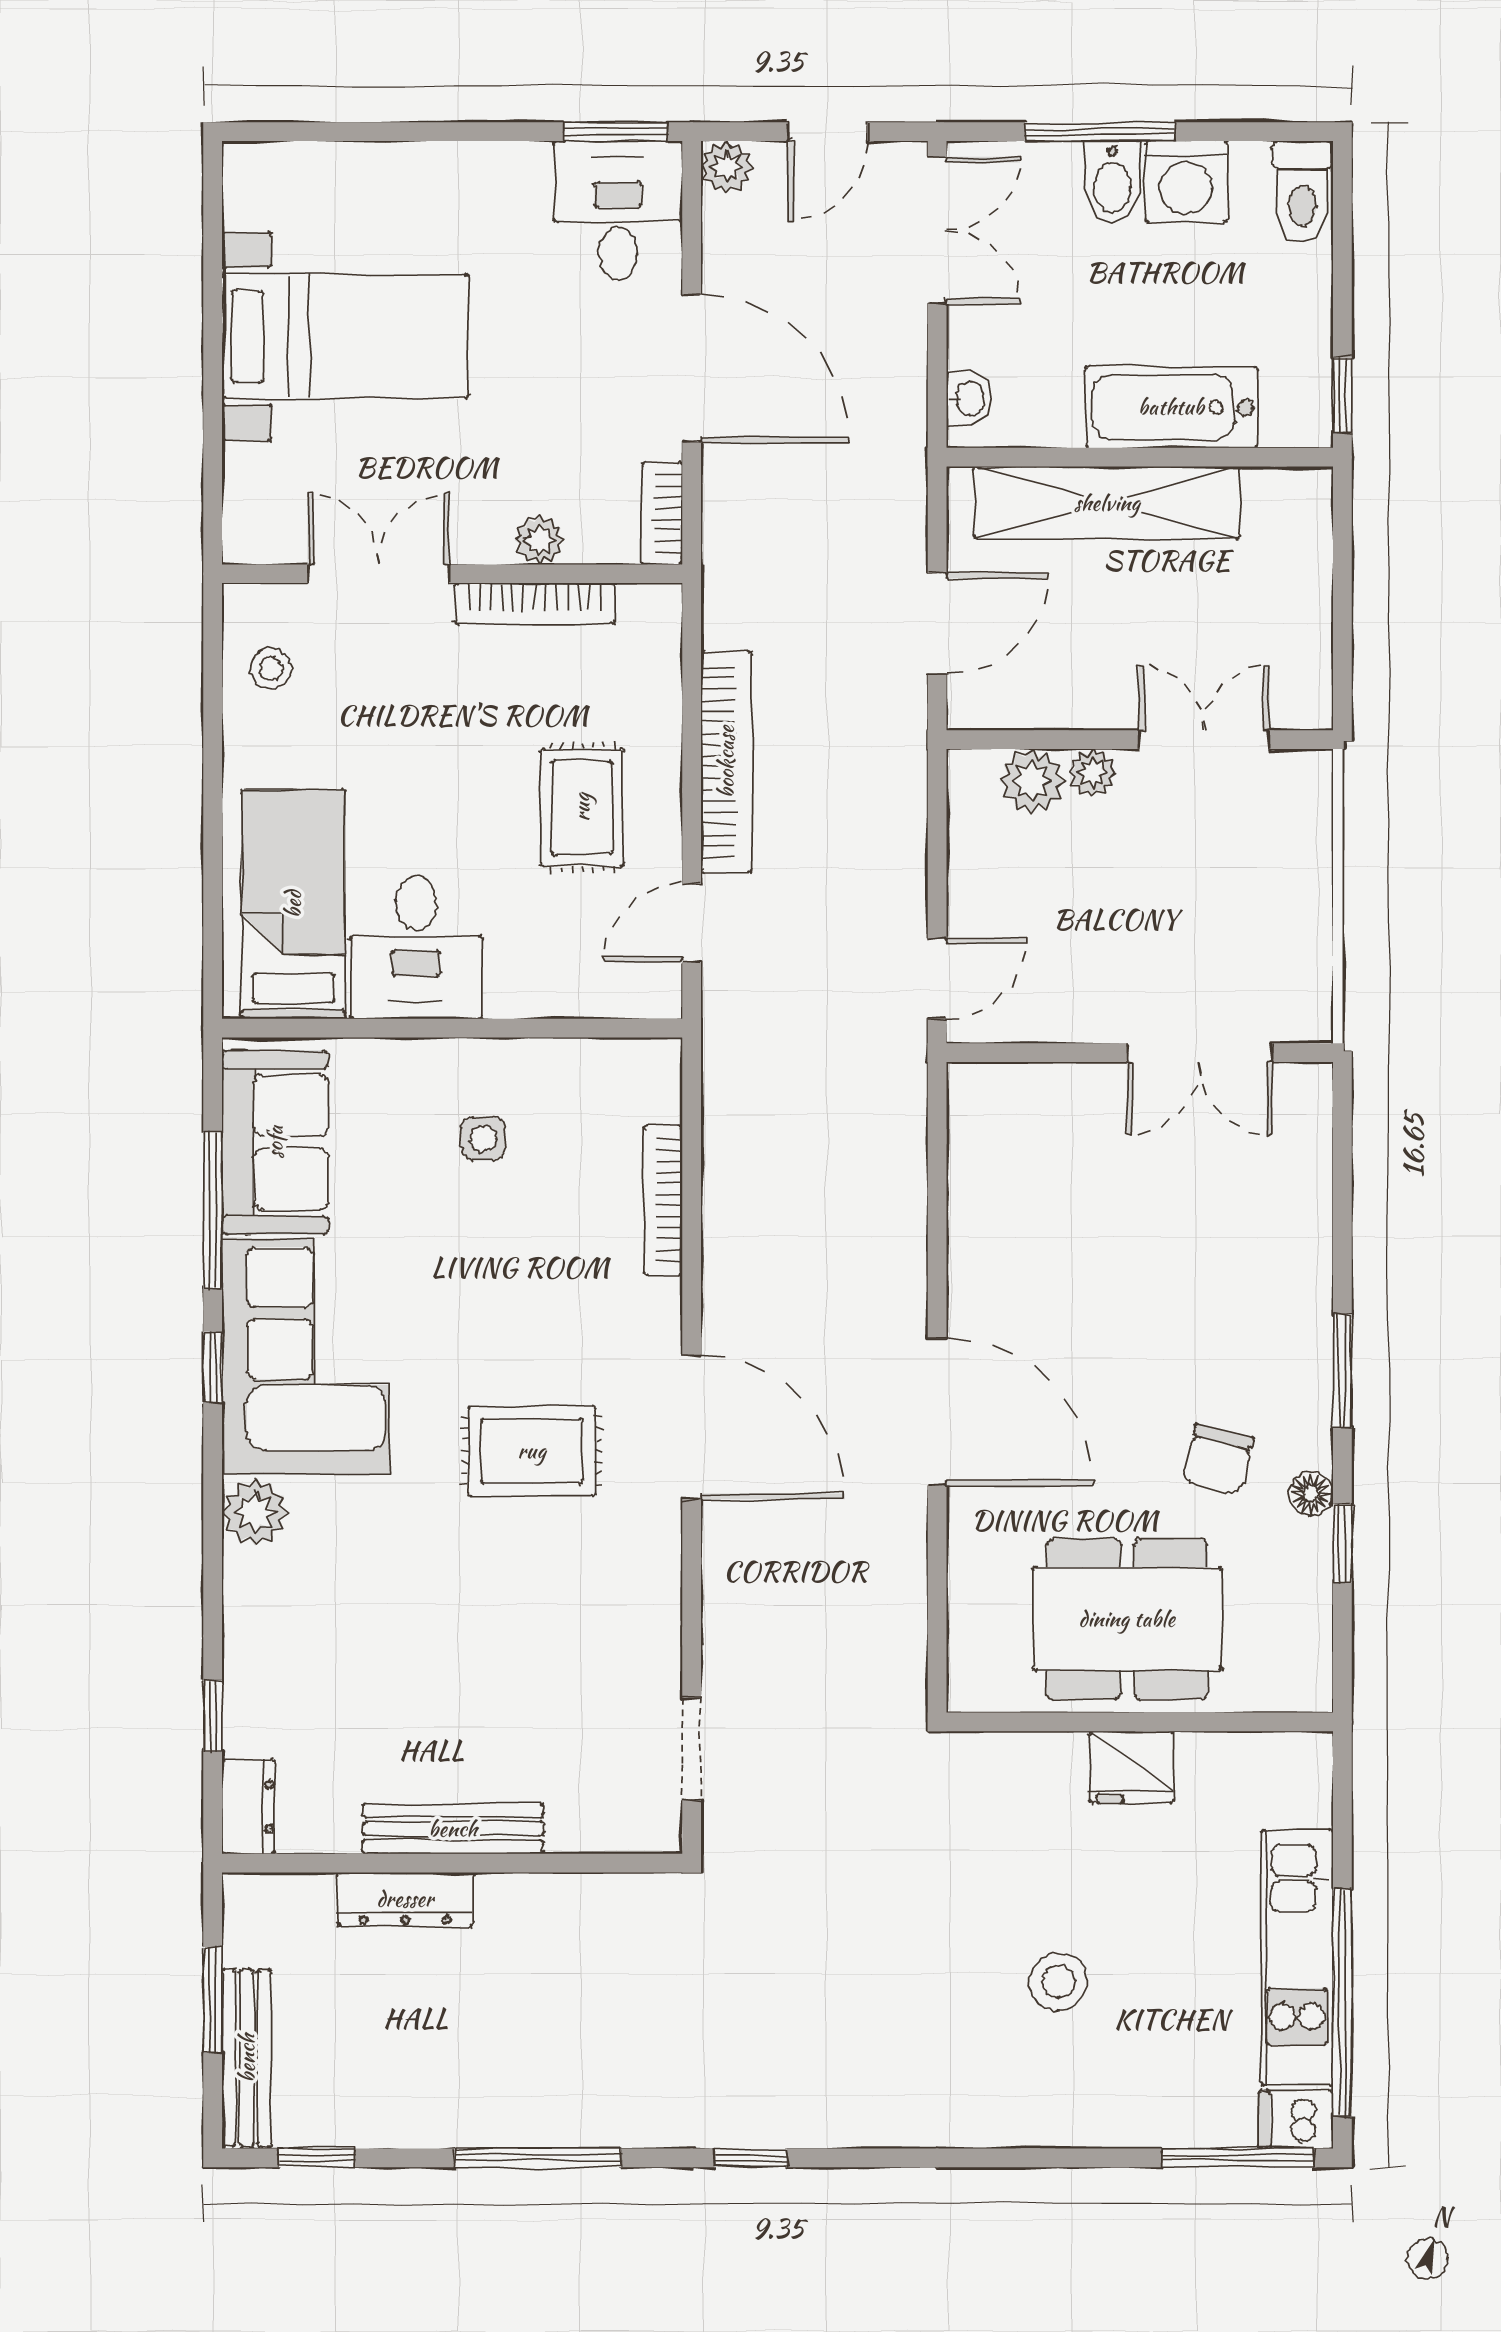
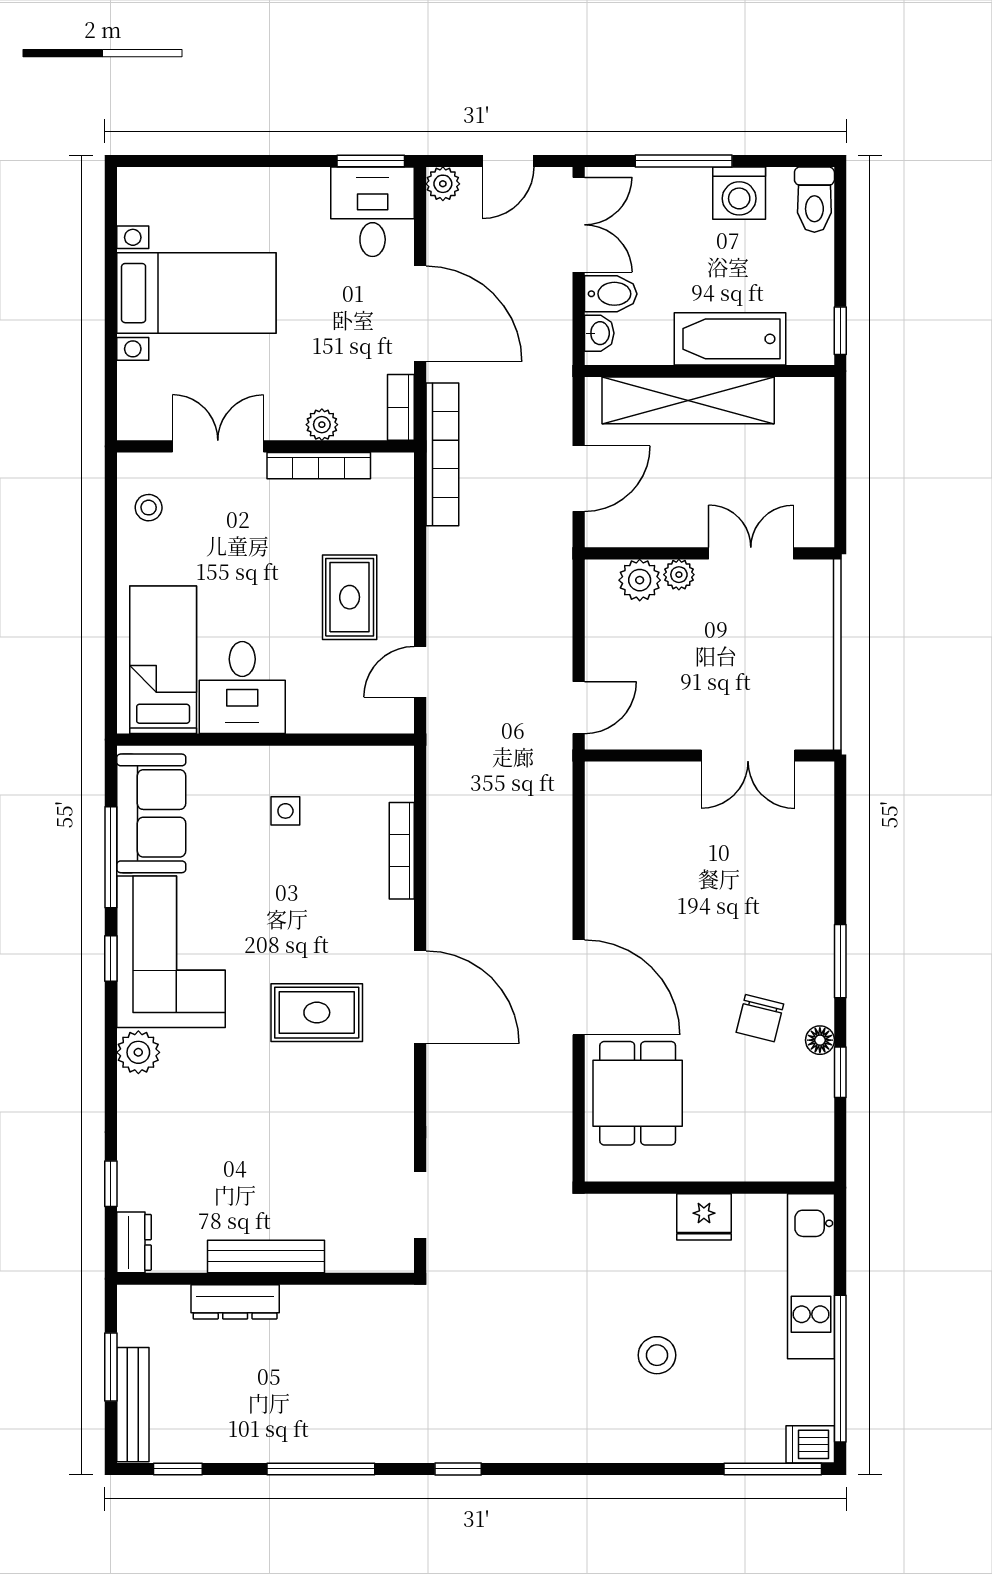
bidet: (1112, 181) -> (611, 294), moved, turned -90
bookcase: (726, 762) -> (442, 454), moved
dining table: (1127, 1619) -> (638, 1093), moved, width x0.73
kitchen unit: (1297, 1958) -> (811, 1276), moved

